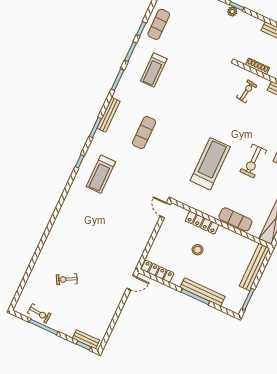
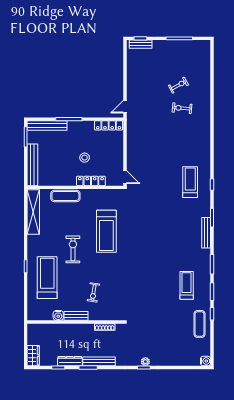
exercise bike: (247, 91) -> (94, 292), moved
exercise mat: (144, 132) -> (171, 232), removed
bench: (203, 292) -> (47, 126), moved
exercise bike: (39, 313) -> (182, 108), moved

